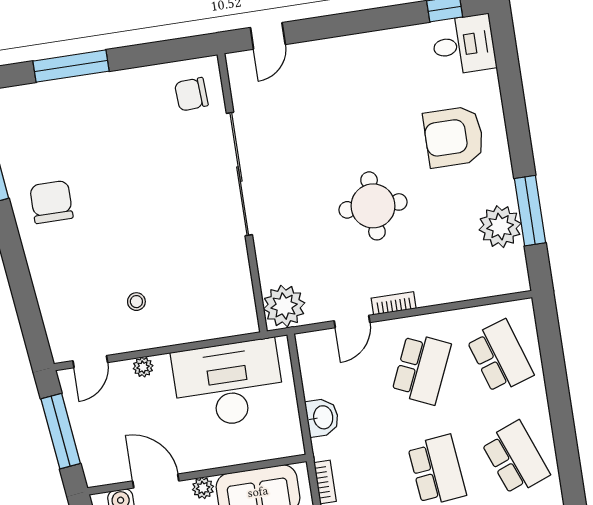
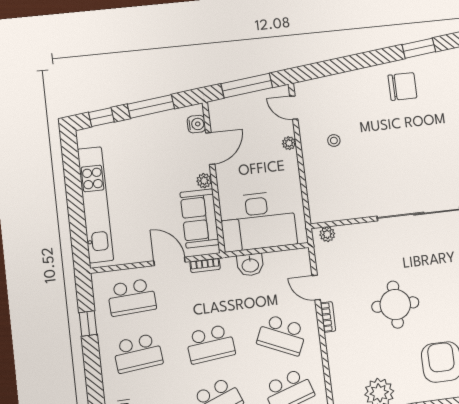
plant: (284, 306) -> (327, 234), width x0.53, depth x0.53
desk: (228, 384) -> (258, 221), moved, turned 90

